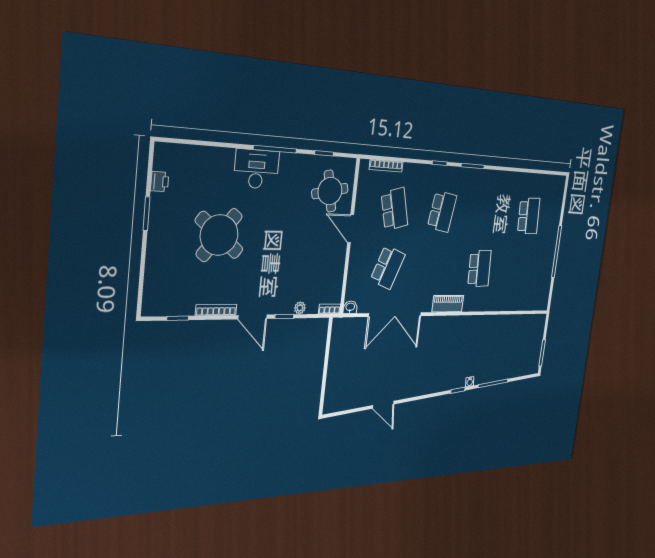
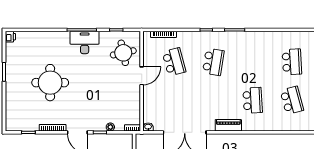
desk: (256, 169) -> (85, 42), moved
printer: (160, 182) -> (10, 37), moved
door: (351, 229) -> (142, 76), swing flipped
round table: (219, 235) -> (50, 83), turned -38
school desk: (388, 267) -> (292, 100), moved, turned -36

